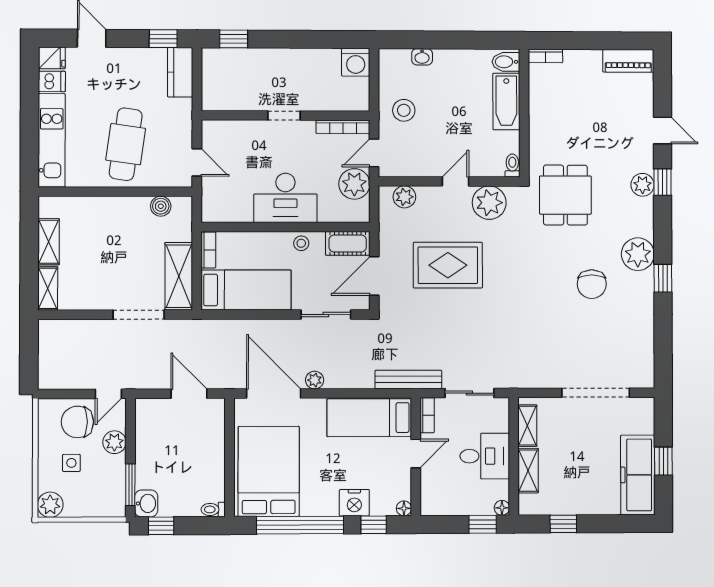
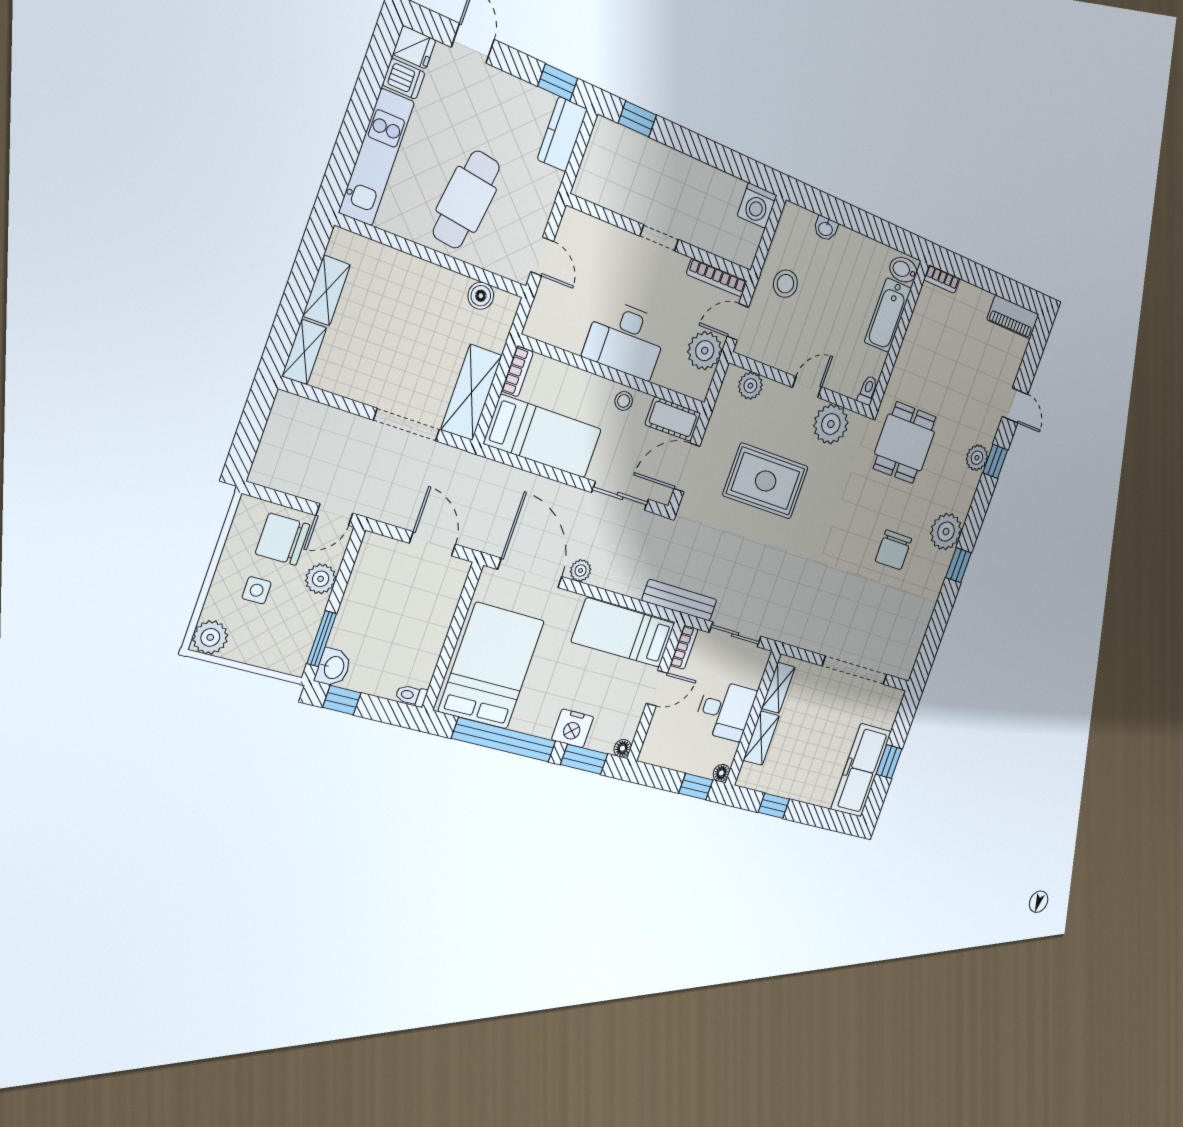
window: (374, 525) -> (584, 759), width x1.50

